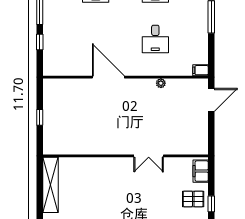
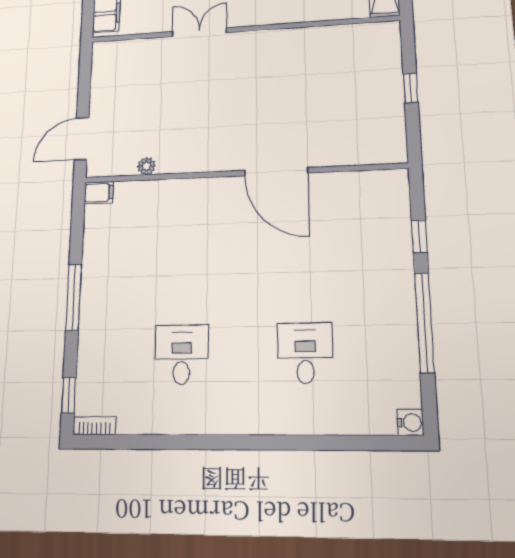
desk: (155, 39) -> (183, 250), removed
plant: (161, 83) -> (146, 166), moved

